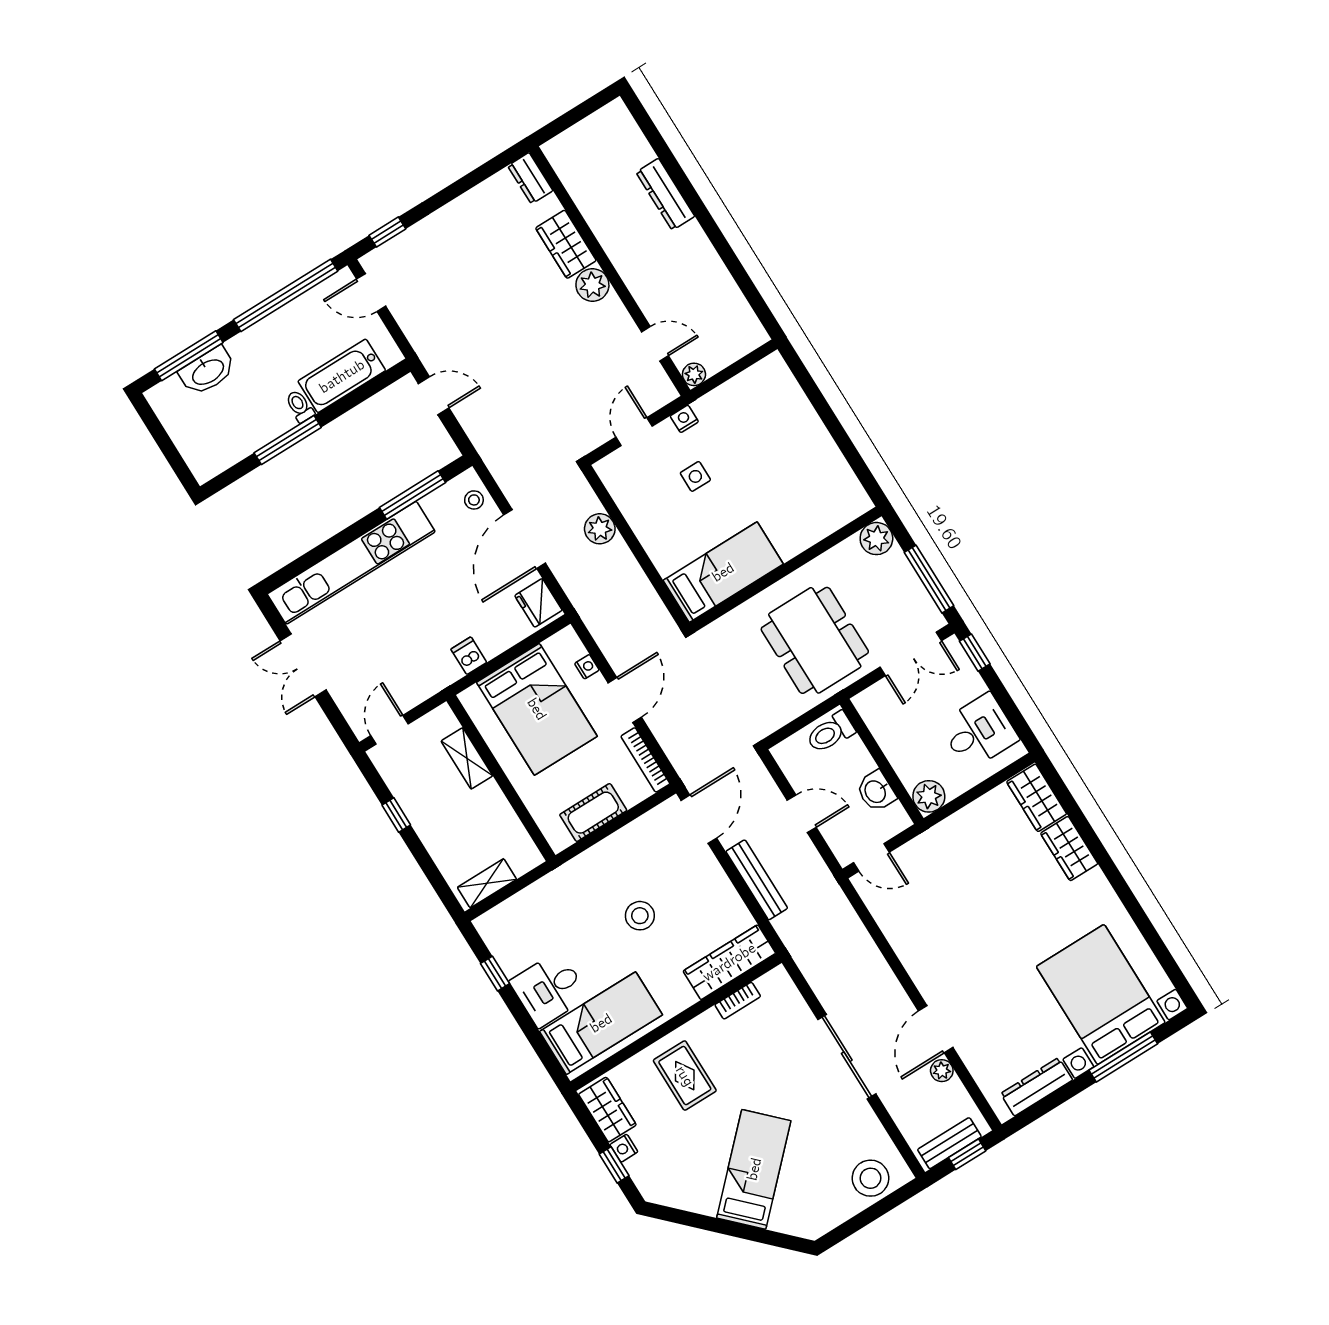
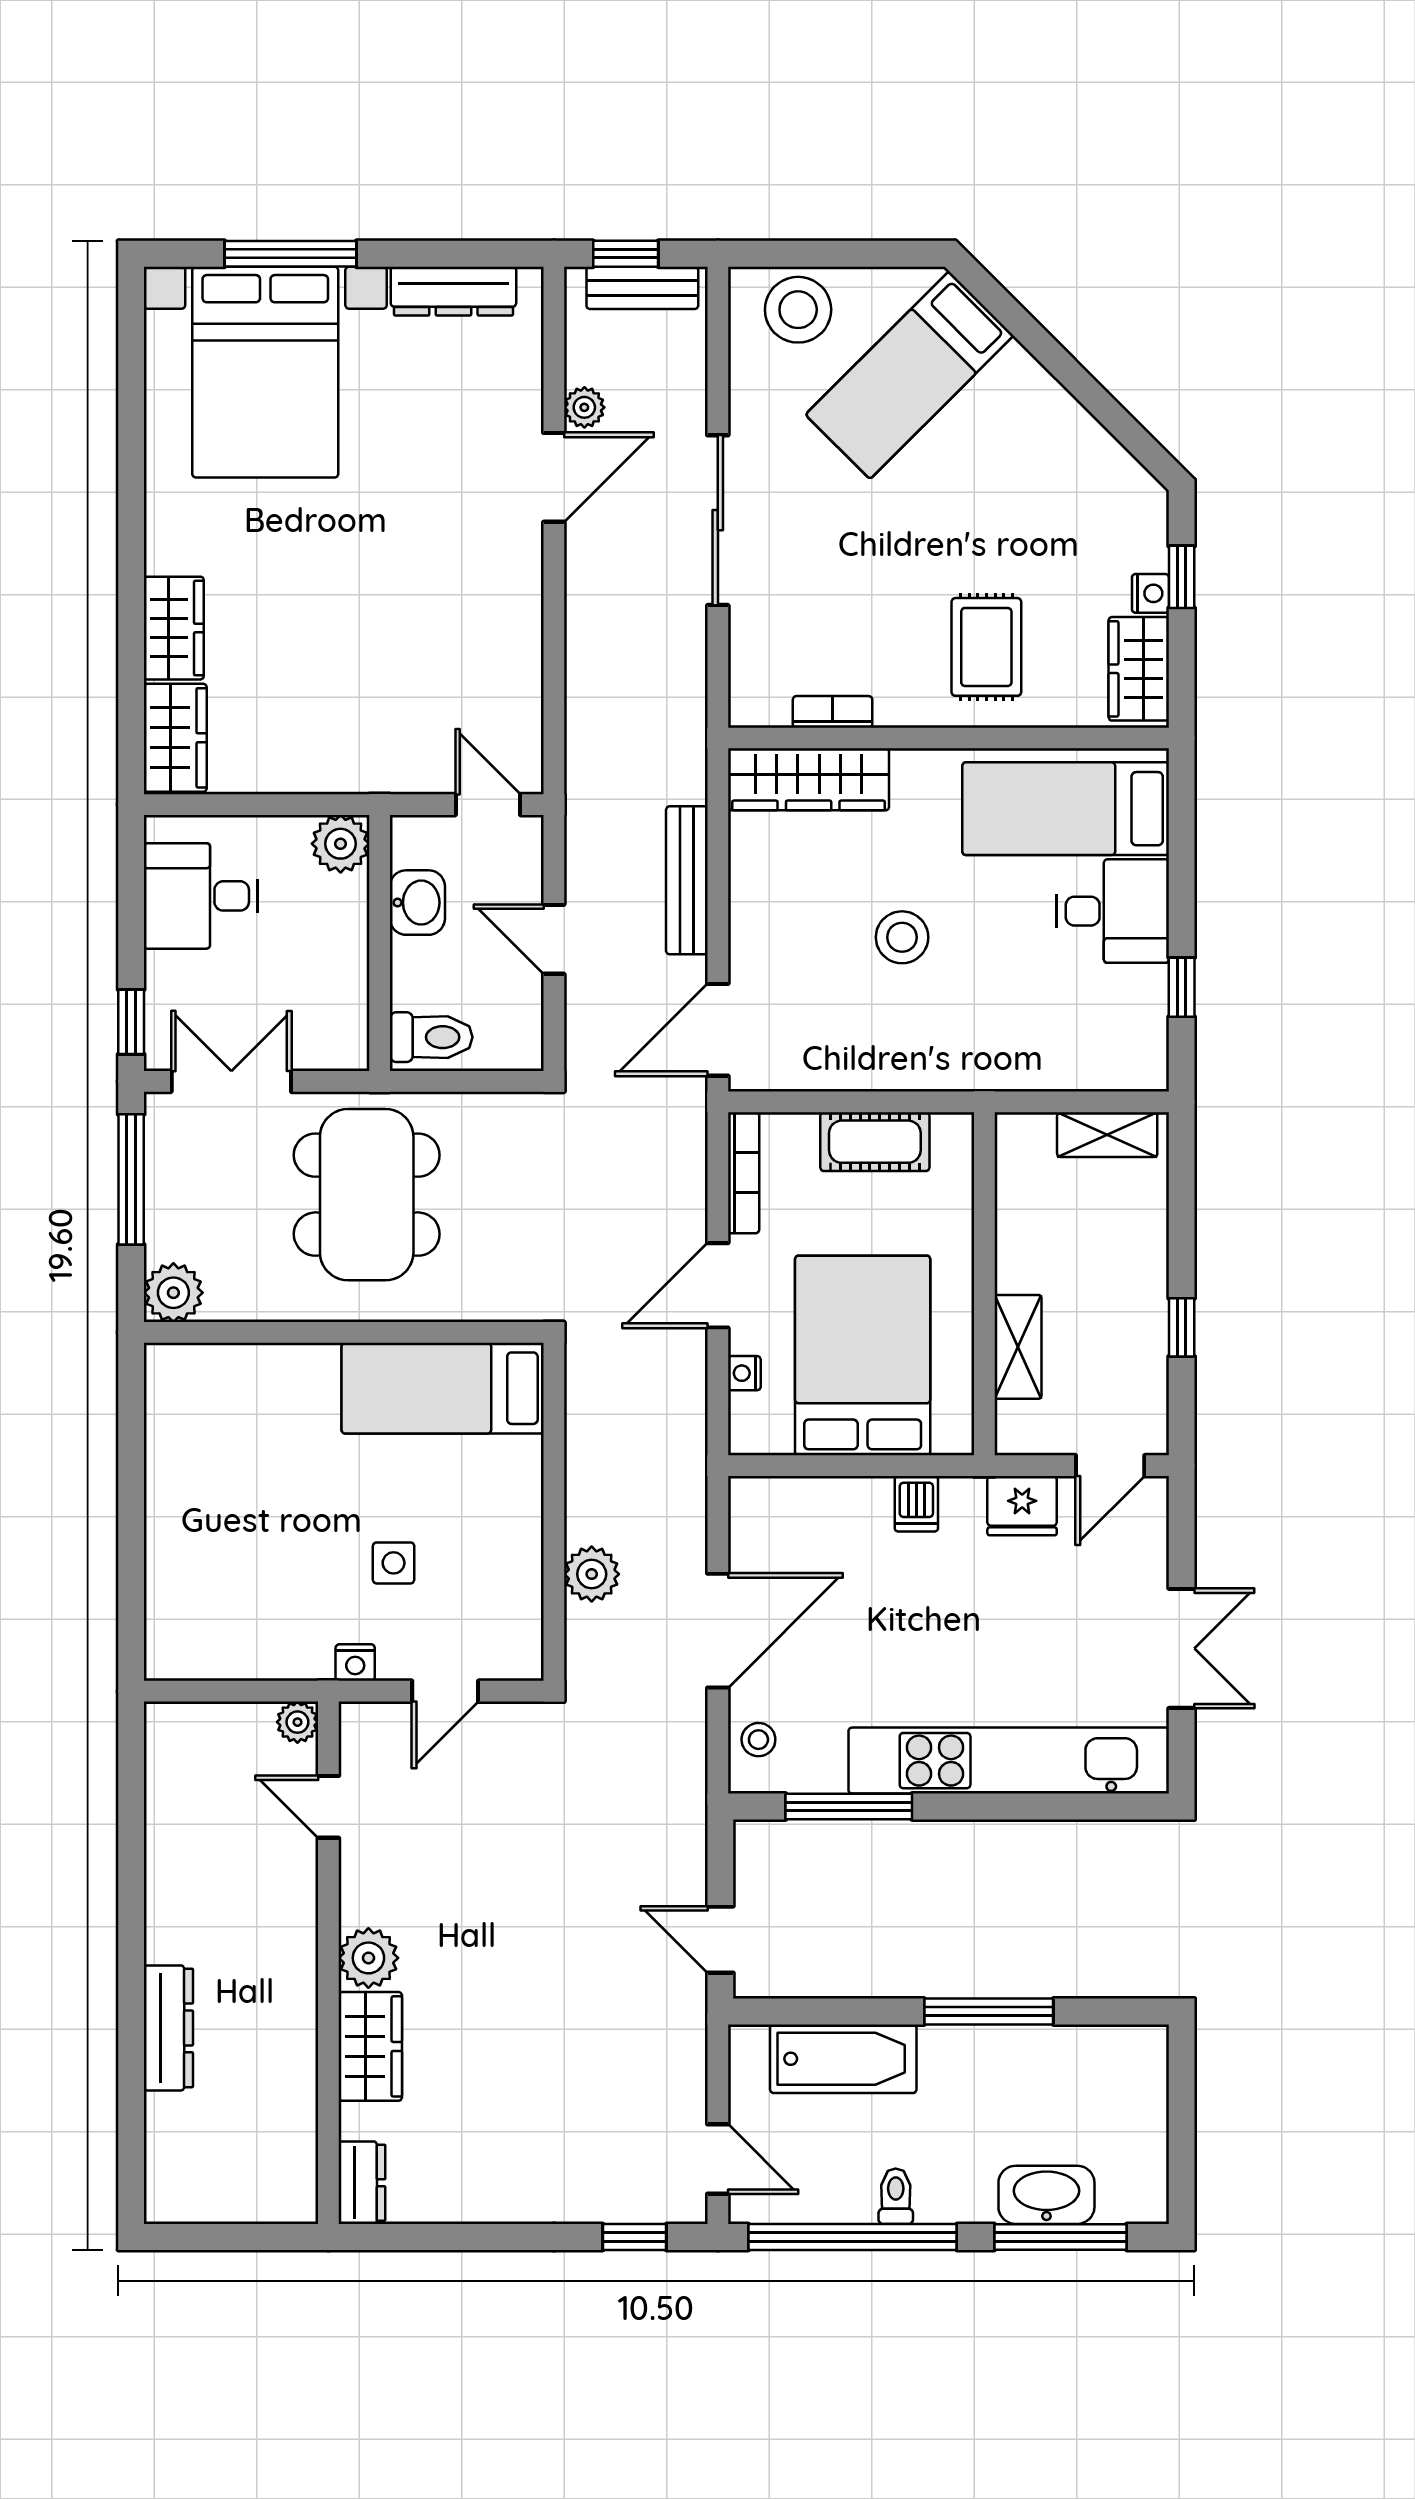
toilet: (300, 406) -> (896, 2196), moved, turned 180
fridge: (538, 603) -> (1022, 1506), moved, turned 90
bed: (754, 1169) -> (910, 375), moved

